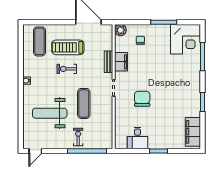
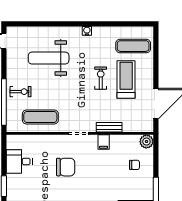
filing cabinet: (121, 62) -> (104, 142), width x0.50
exercise mat: (84, 103) -> (40, 117), moved
weight bench: (50, 113) -> (49, 58), turned -90

